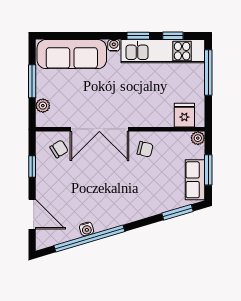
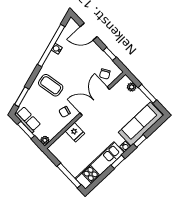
window: (173, 36) -> (140, 141), moved
fridge: (184, 115) -> (75, 132), moved
coffee table: (132, 194) -> (51, 85), added

